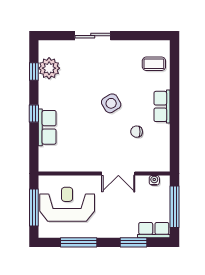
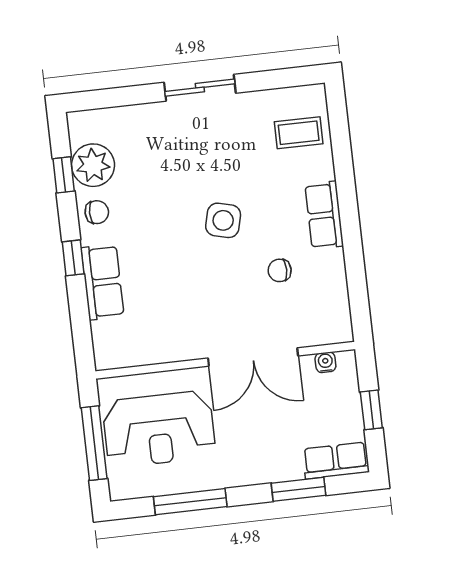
sliding door: (93, 36) -> (200, 88), moved
chair: (48, 92) -> (97, 212), added
side table: (111, 103) -> (223, 220), turned 45
double door: (118, 174) -> (253, 357), width x1.37
reception desk: (67, 204) -> (159, 429), turned 180
window: (175, 207) -> (371, 410), width x0.46

